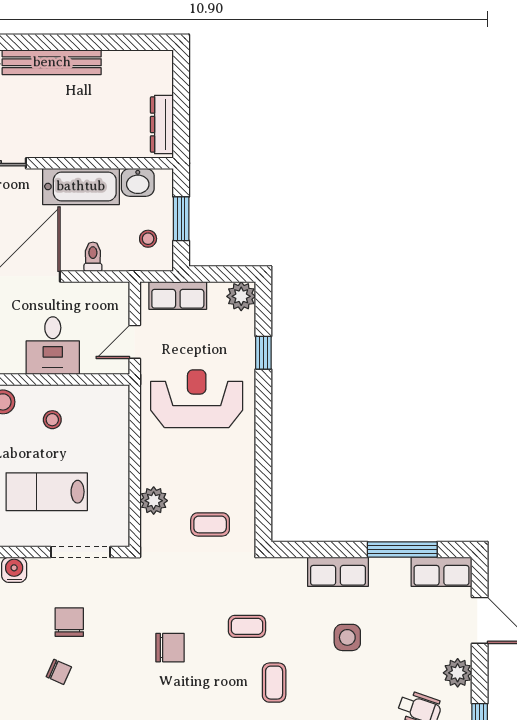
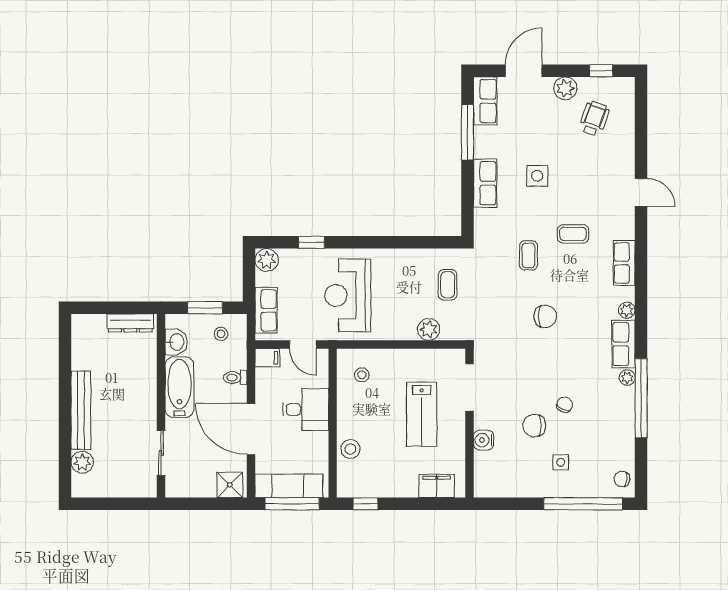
filing cabinet: (118, 297) -> (267, 358), added
stool: (52, 420) -> (362, 375), moved
chair: (69, 622) -> (534, 426), moved
chair: (170, 648) -> (545, 316), turned 90

